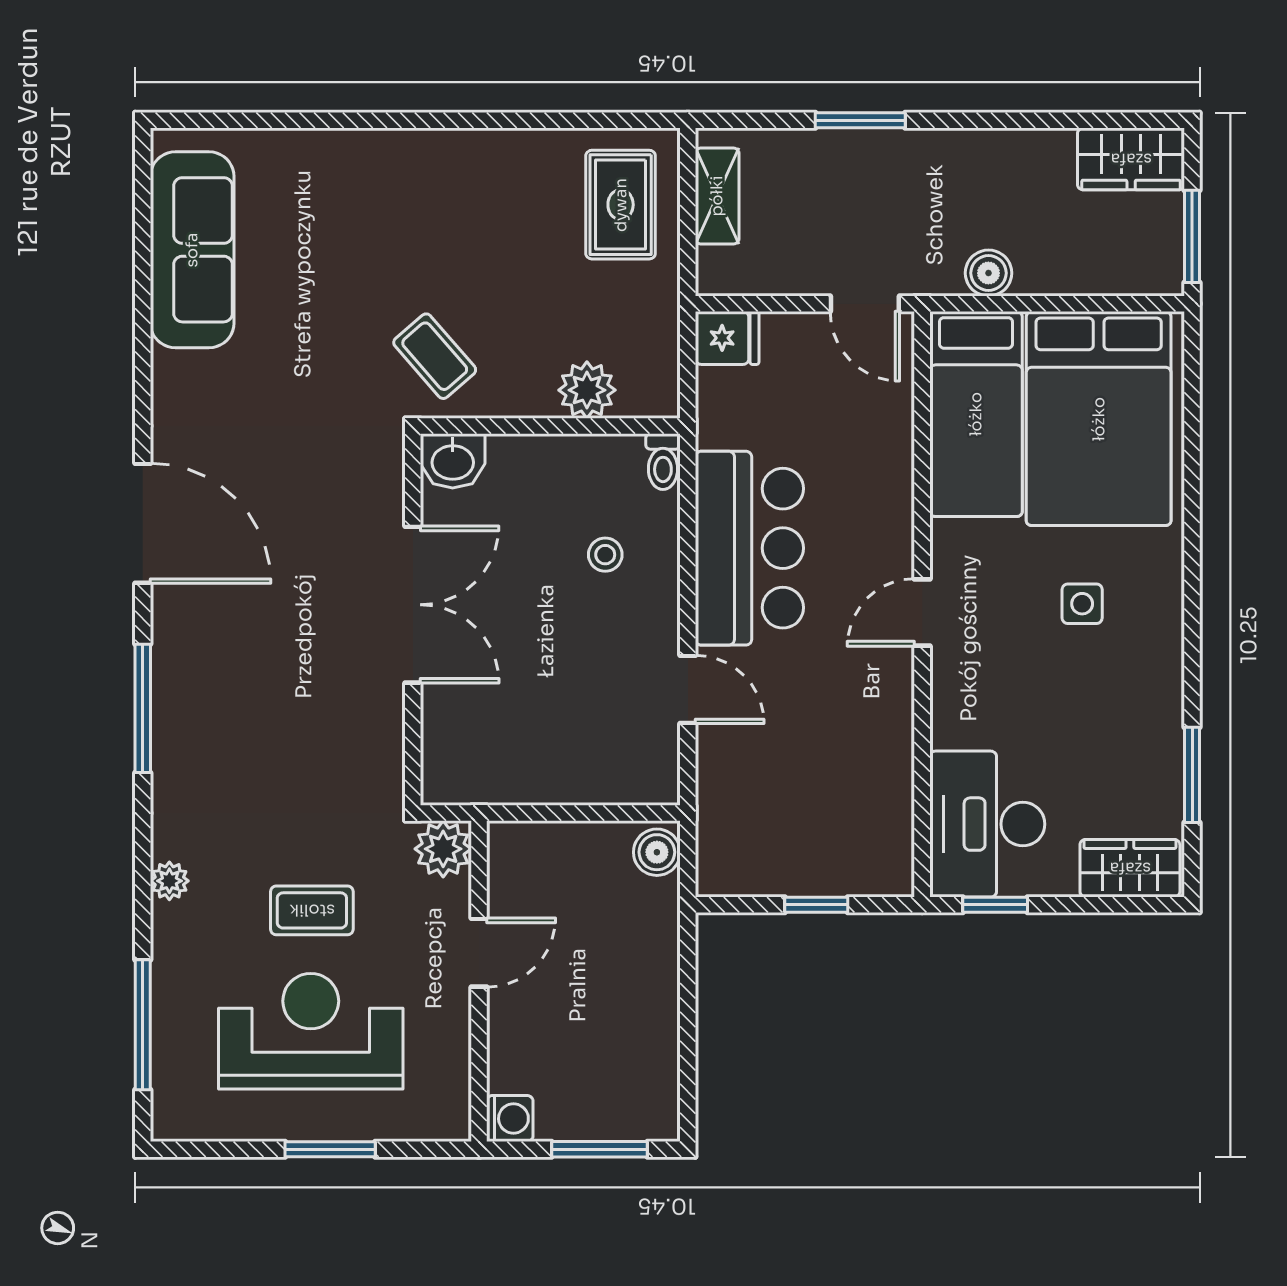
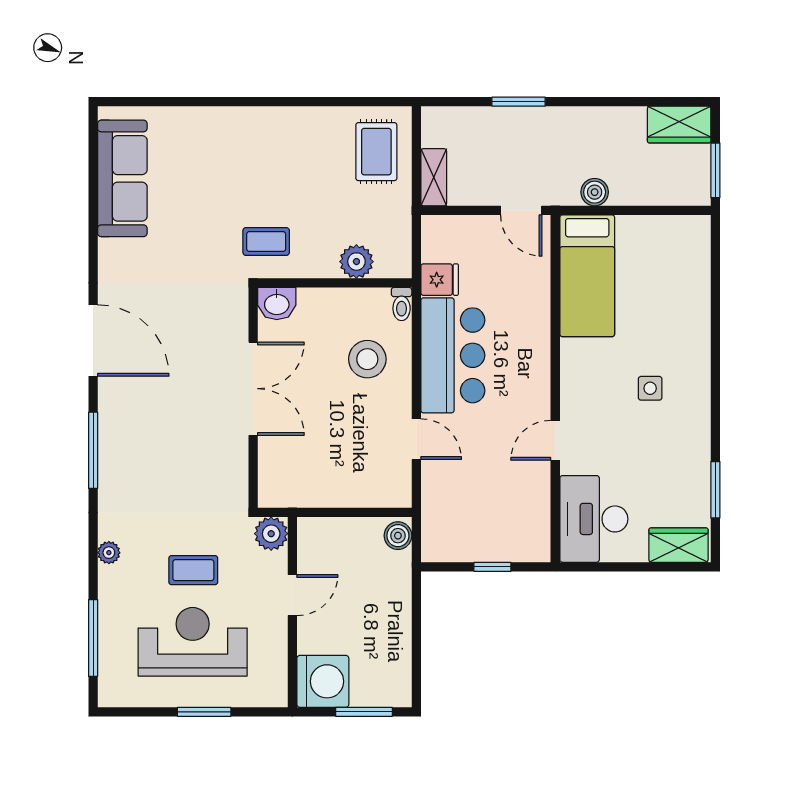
shelving: (717, 196) -> (434, 177), moved
fridge: (727, 338) -> (440, 280), moved
coffee table: (435, 356) -> (266, 241), turned -49
bed: (1099, 419) -> (660, 278), removed
stool: (605, 555) -> (367, 359), width x1.89, depth x1.89
door: (922, 612) -> (555, 440), moved
window: (995, 905) -> (599, 567), removed
washing machine: (510, 1119) -> (323, 681), width x1.89, depth x1.89

